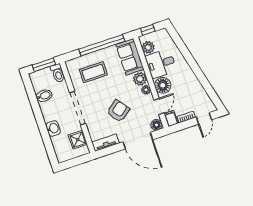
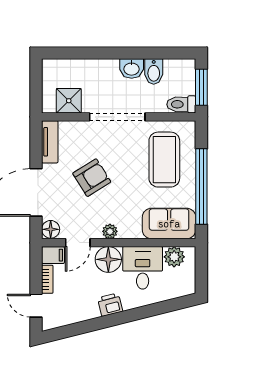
window: (148, 30) -> (201, 265), removed
coffee table: (93, 72) -> (164, 160), width x1.36, depth x1.32
printer: (189, 75) -> (110, 305), added
plant: (140, 79) -> (130, 228), removed
door: (159, 106) -> (78, 243), hinge flipped
armchair: (118, 111) -> (92, 178), turned -85
washbasin: (53, 128) -> (132, 68), moved

